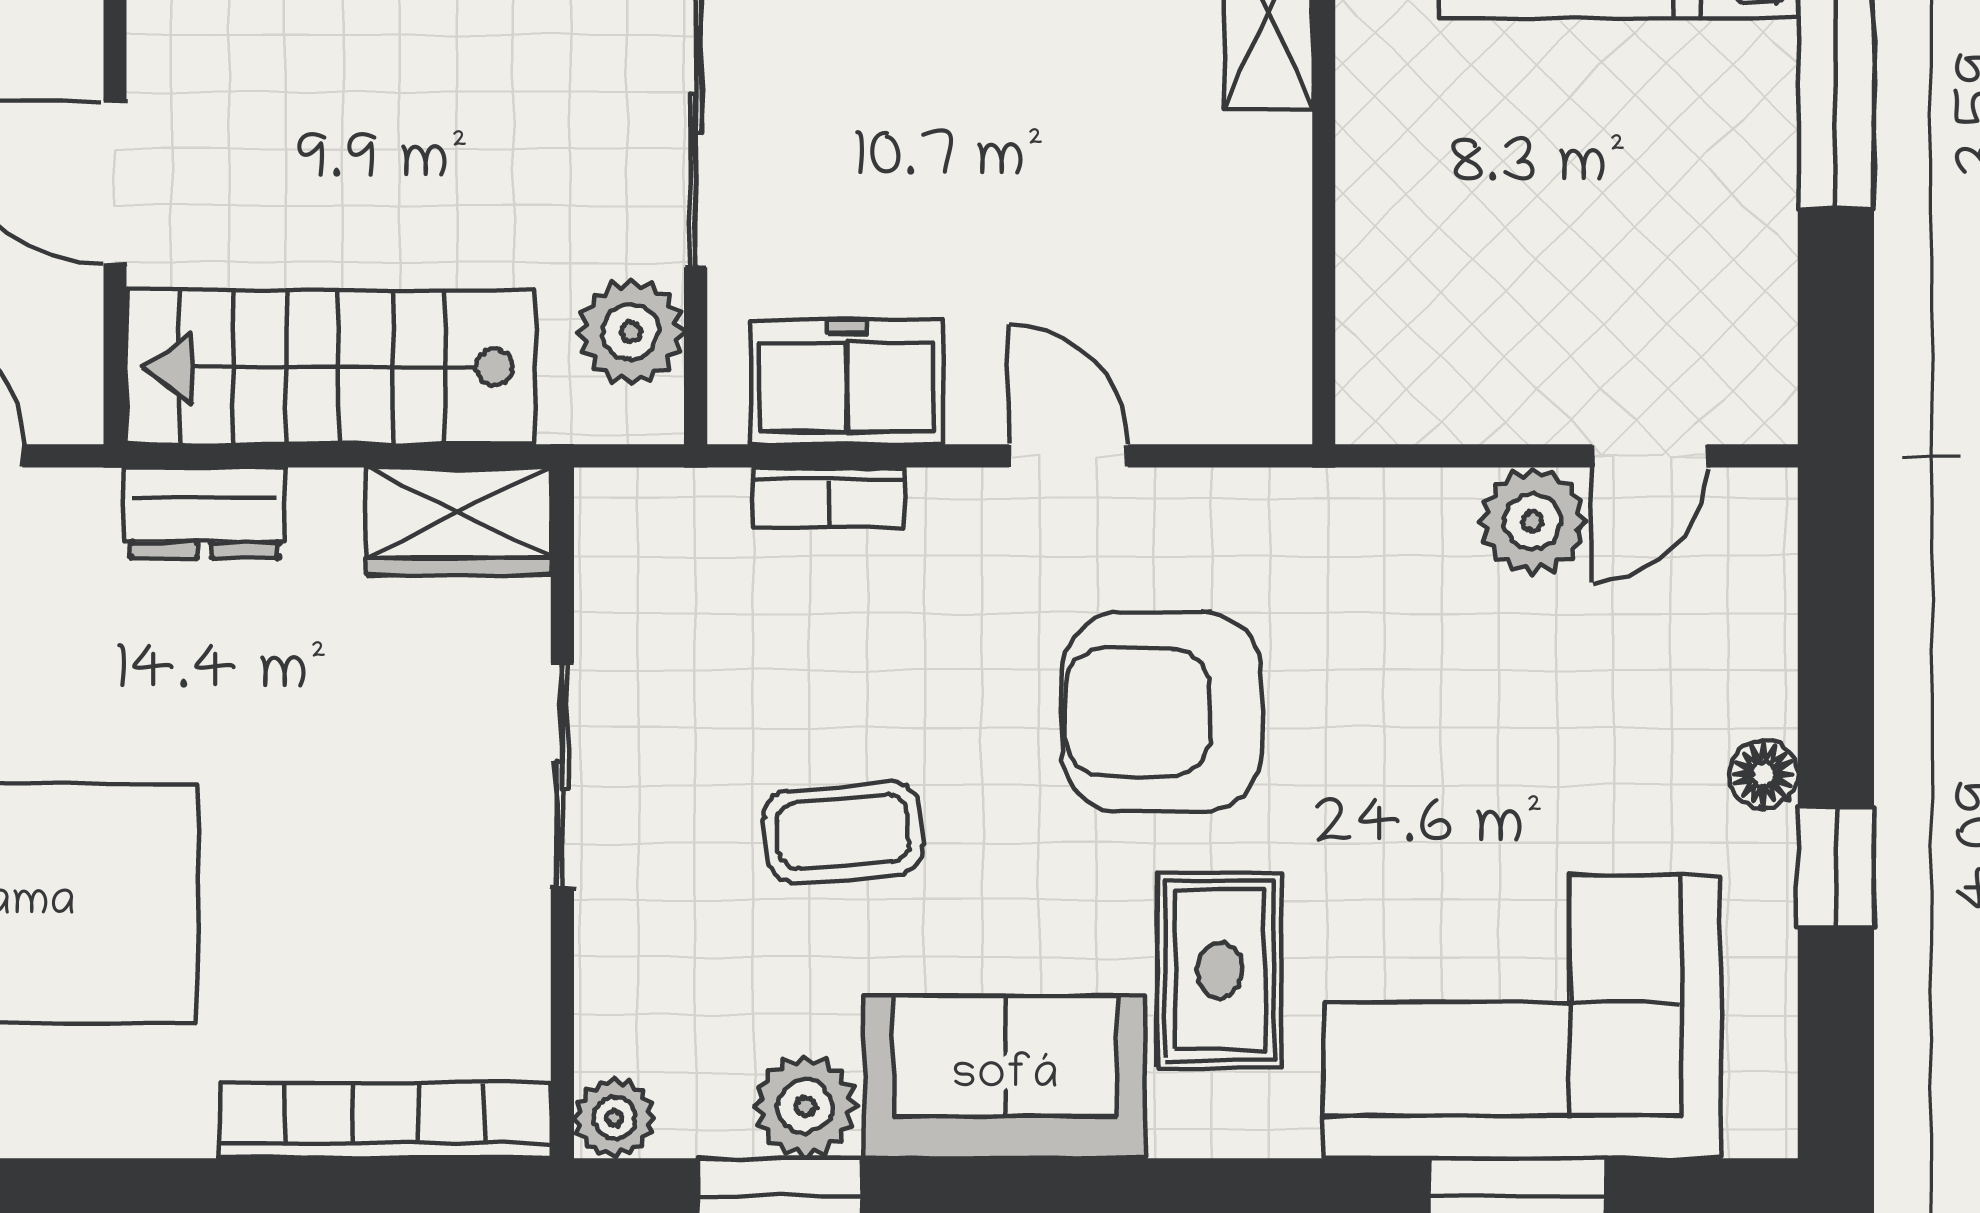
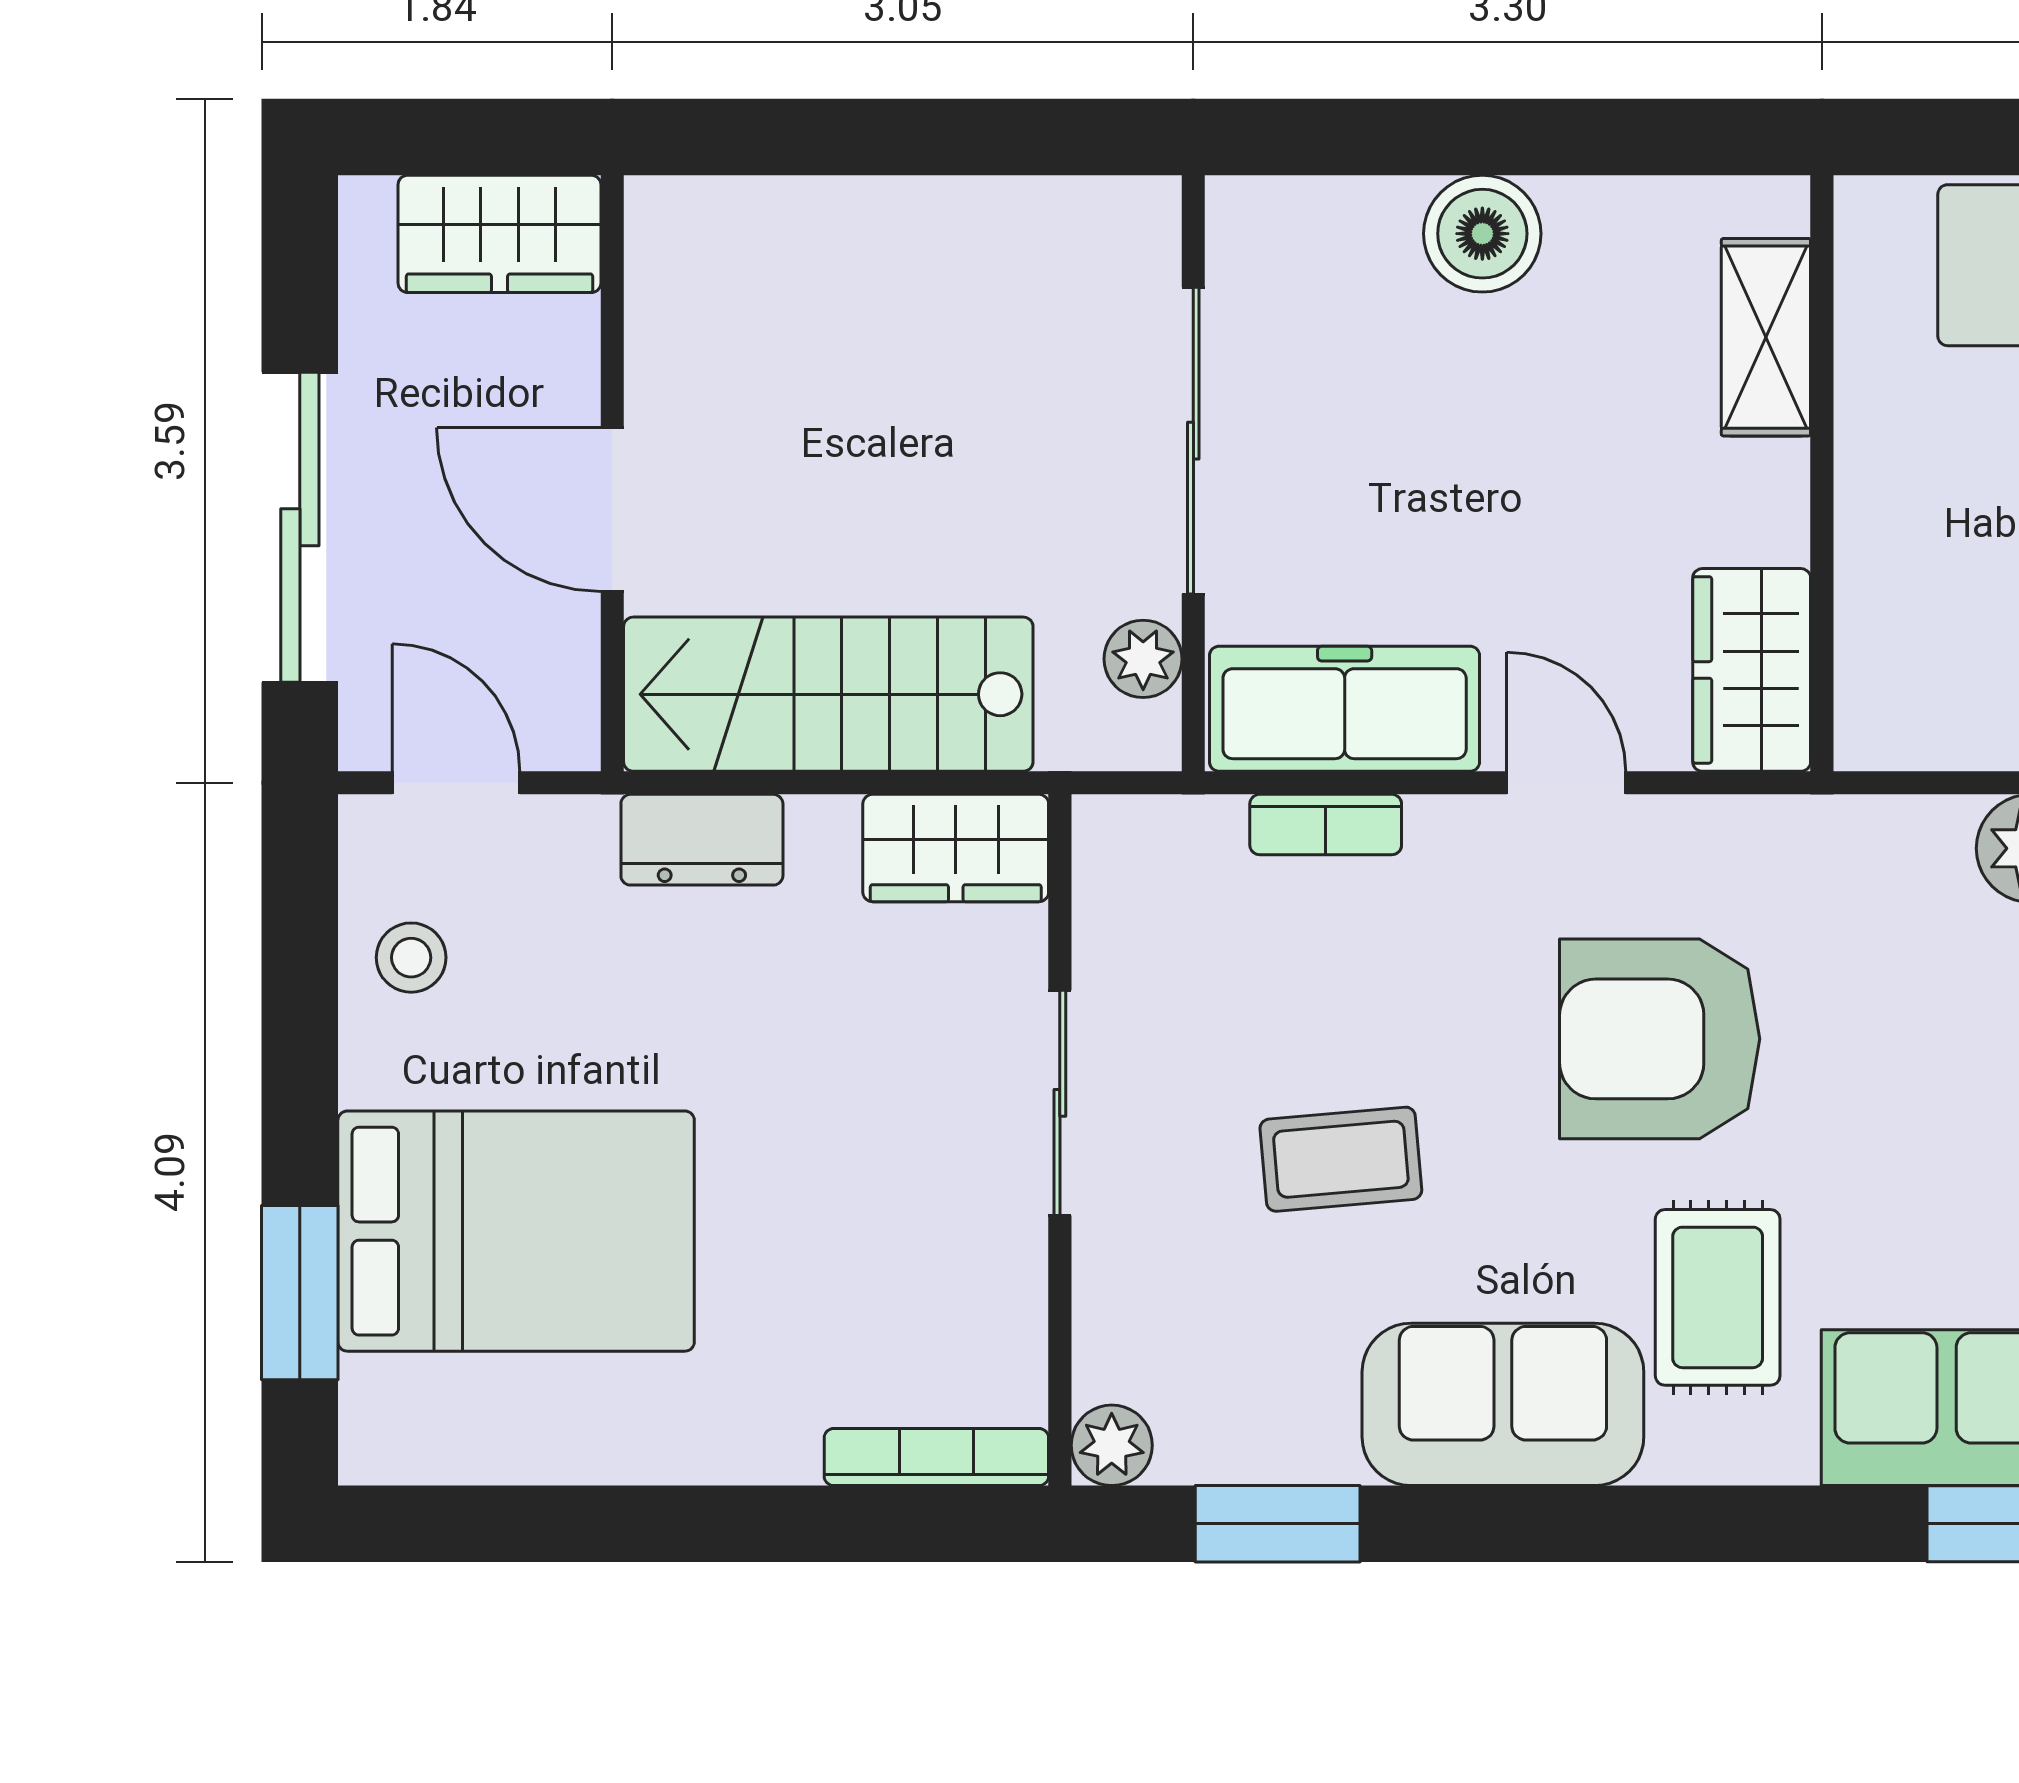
plant: (631, 332) -> (1143, 659), width x0.73, depth x0.73
wardrobe: (1254, 343) -> (1752, 670), added
freezer: (847, 382) -> (1345, 709), width x1.40
plant: (805, 1107) -> (1303, 1434), removed
bookcase: (385, 1121) -> (936, 1457), width x0.68, depth x0.76

